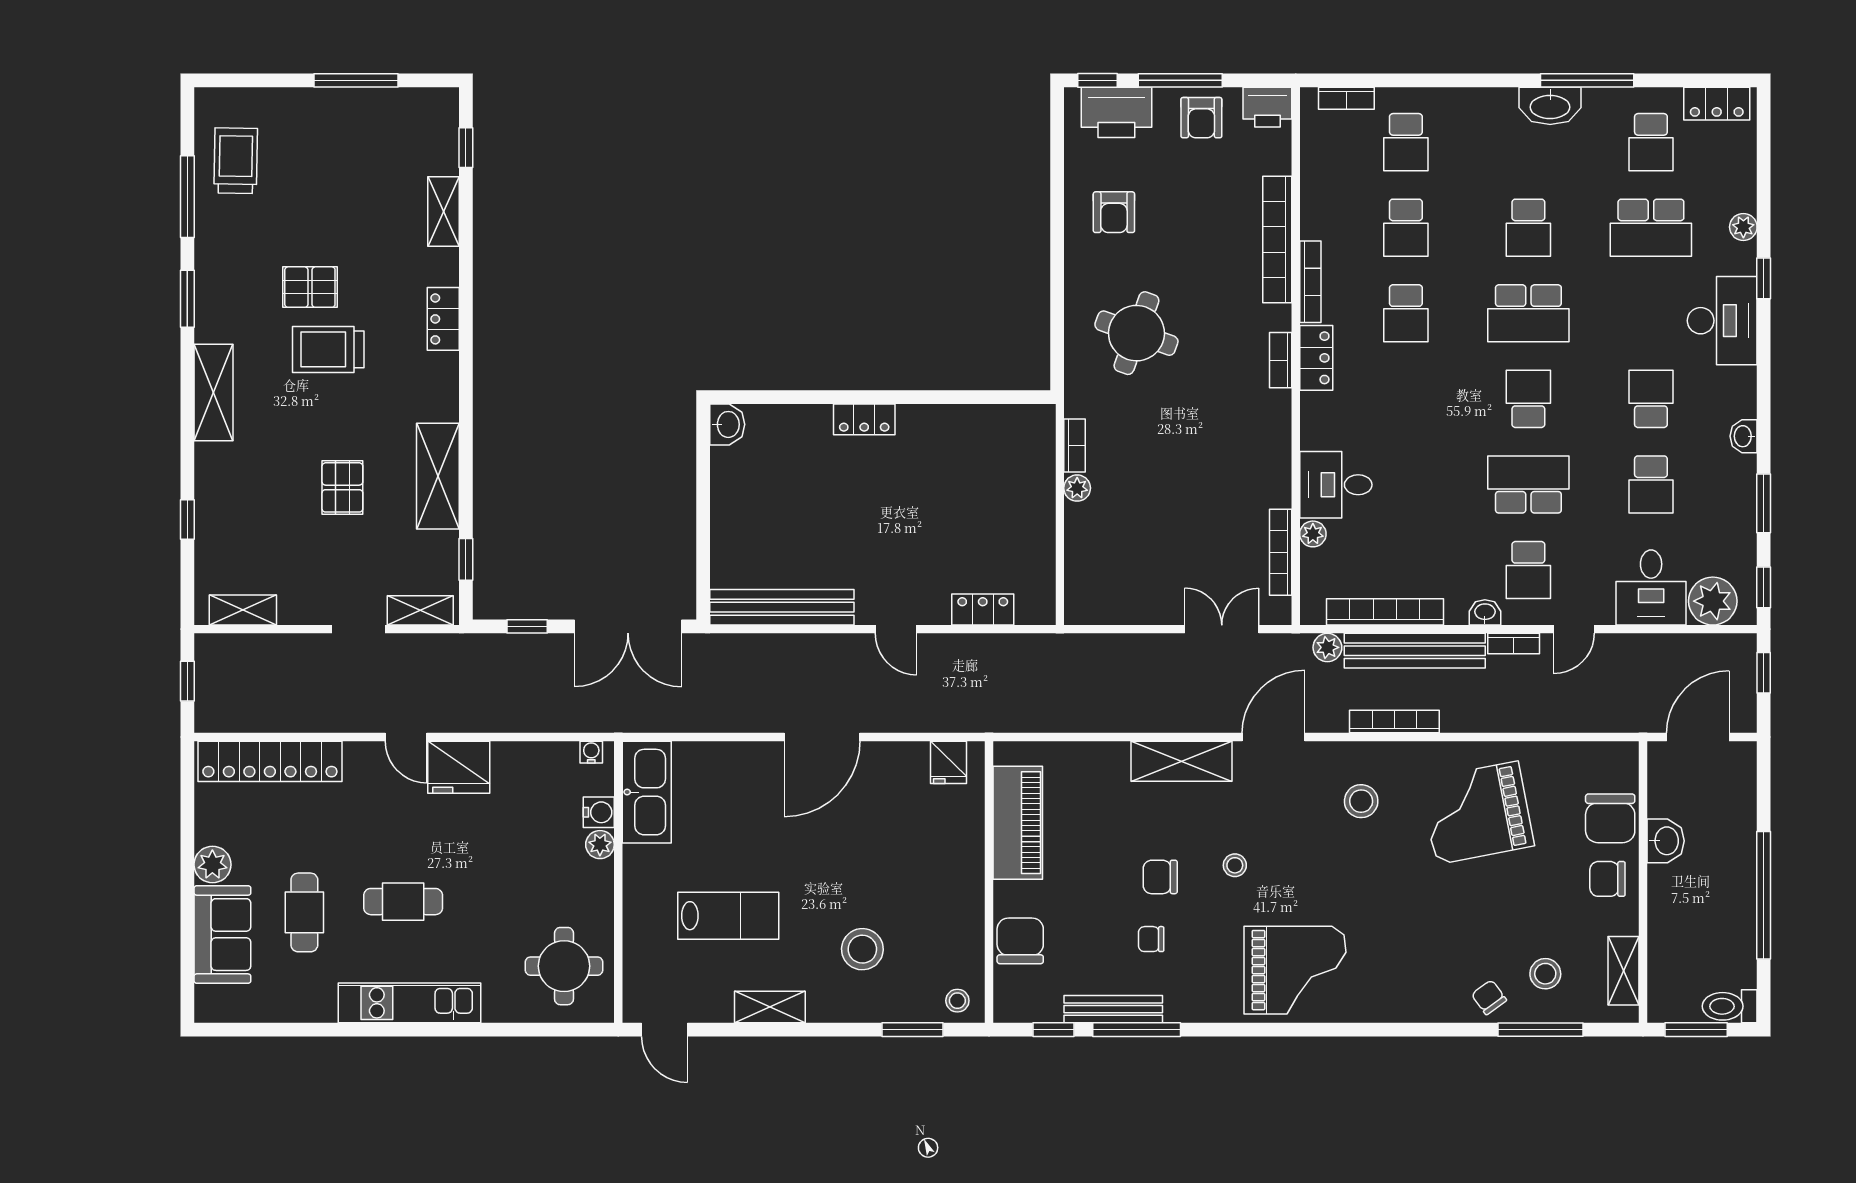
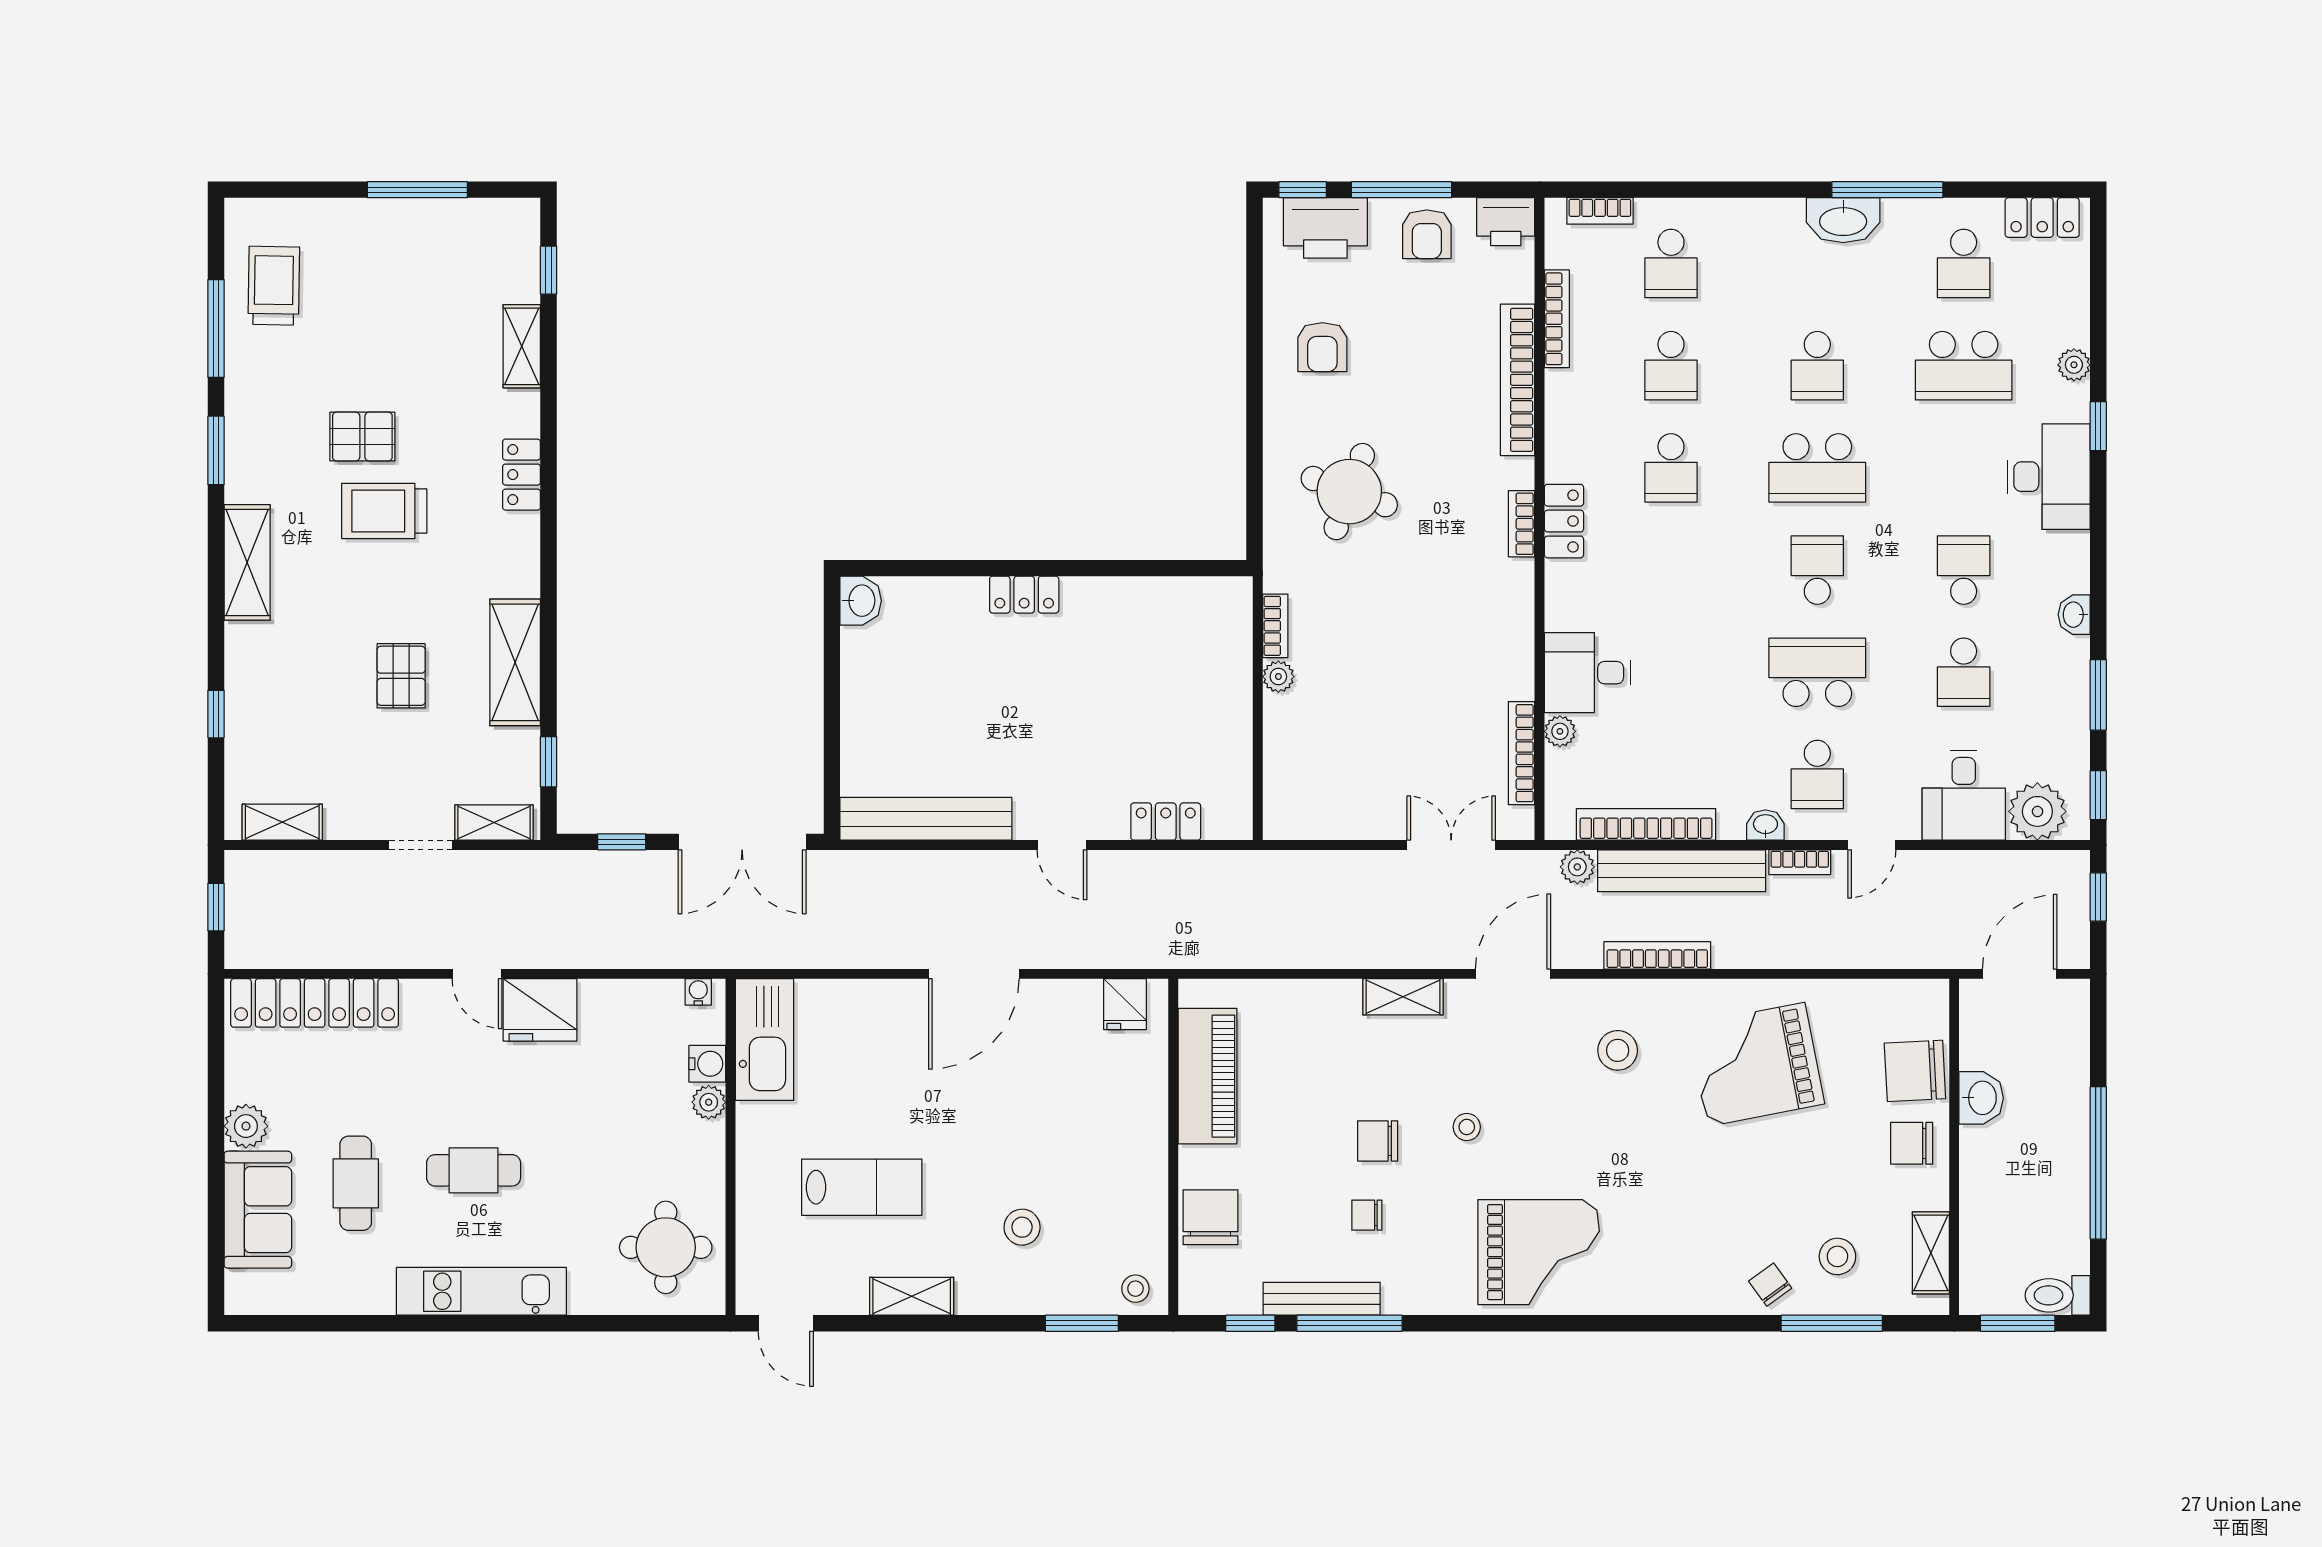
bookcase: (1310, 282) -> (1557, 319), moved
shelving: (1181, 761) -> (1403, 997), width x0.67, depth x0.75
chair: (1610, 818) -> (1915, 1071), turned 87
stool: (862, 949) -> (1022, 1227), width x0.73, depth x0.73

